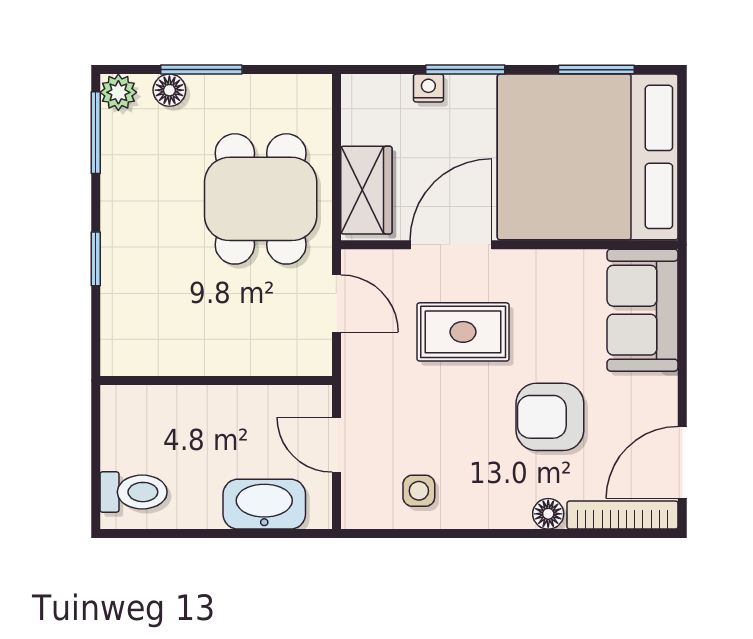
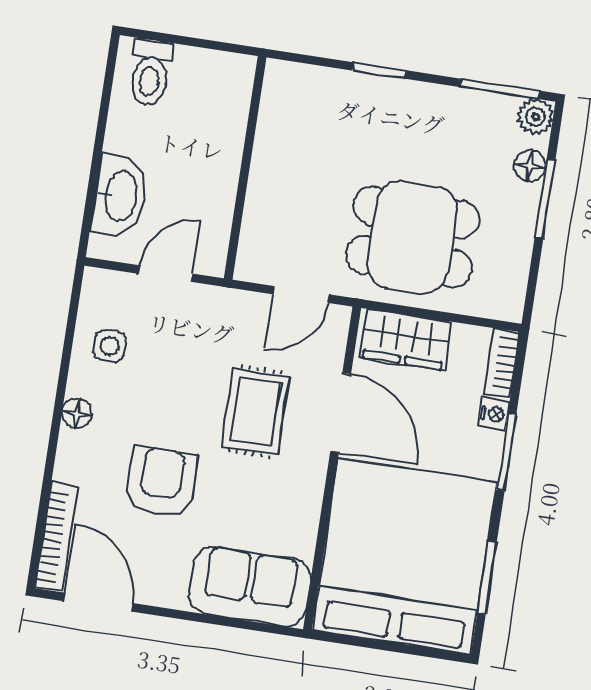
bookcase: (375, 88) -> (502, 363), added
floor lamp: (548, 514) -> (77, 413), moved

